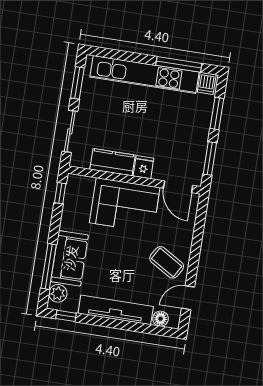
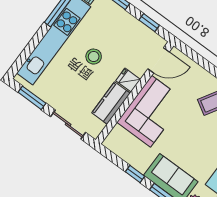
stool: (149, 122) -> (94, 57), added
window: (210, 158) -> (149, 23), width x0.67
window: (60, 193) -> (135, 174), moved

